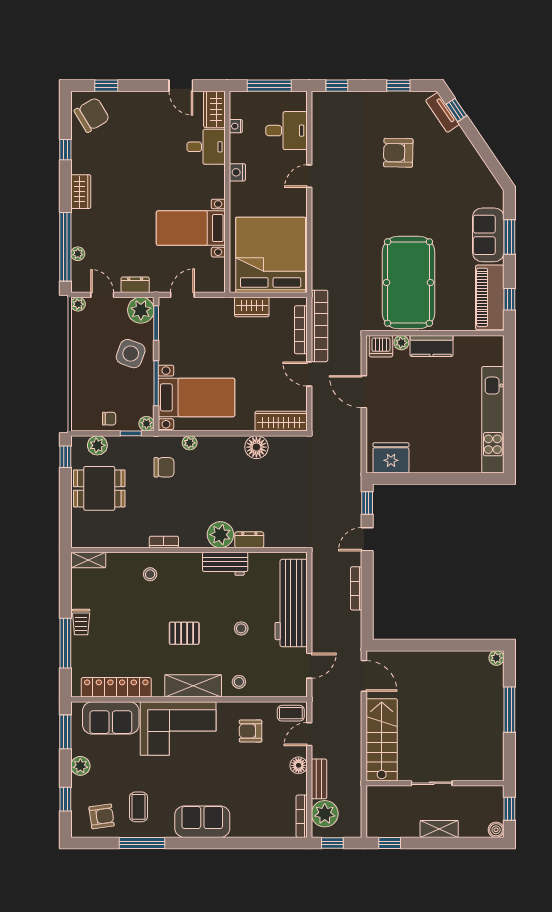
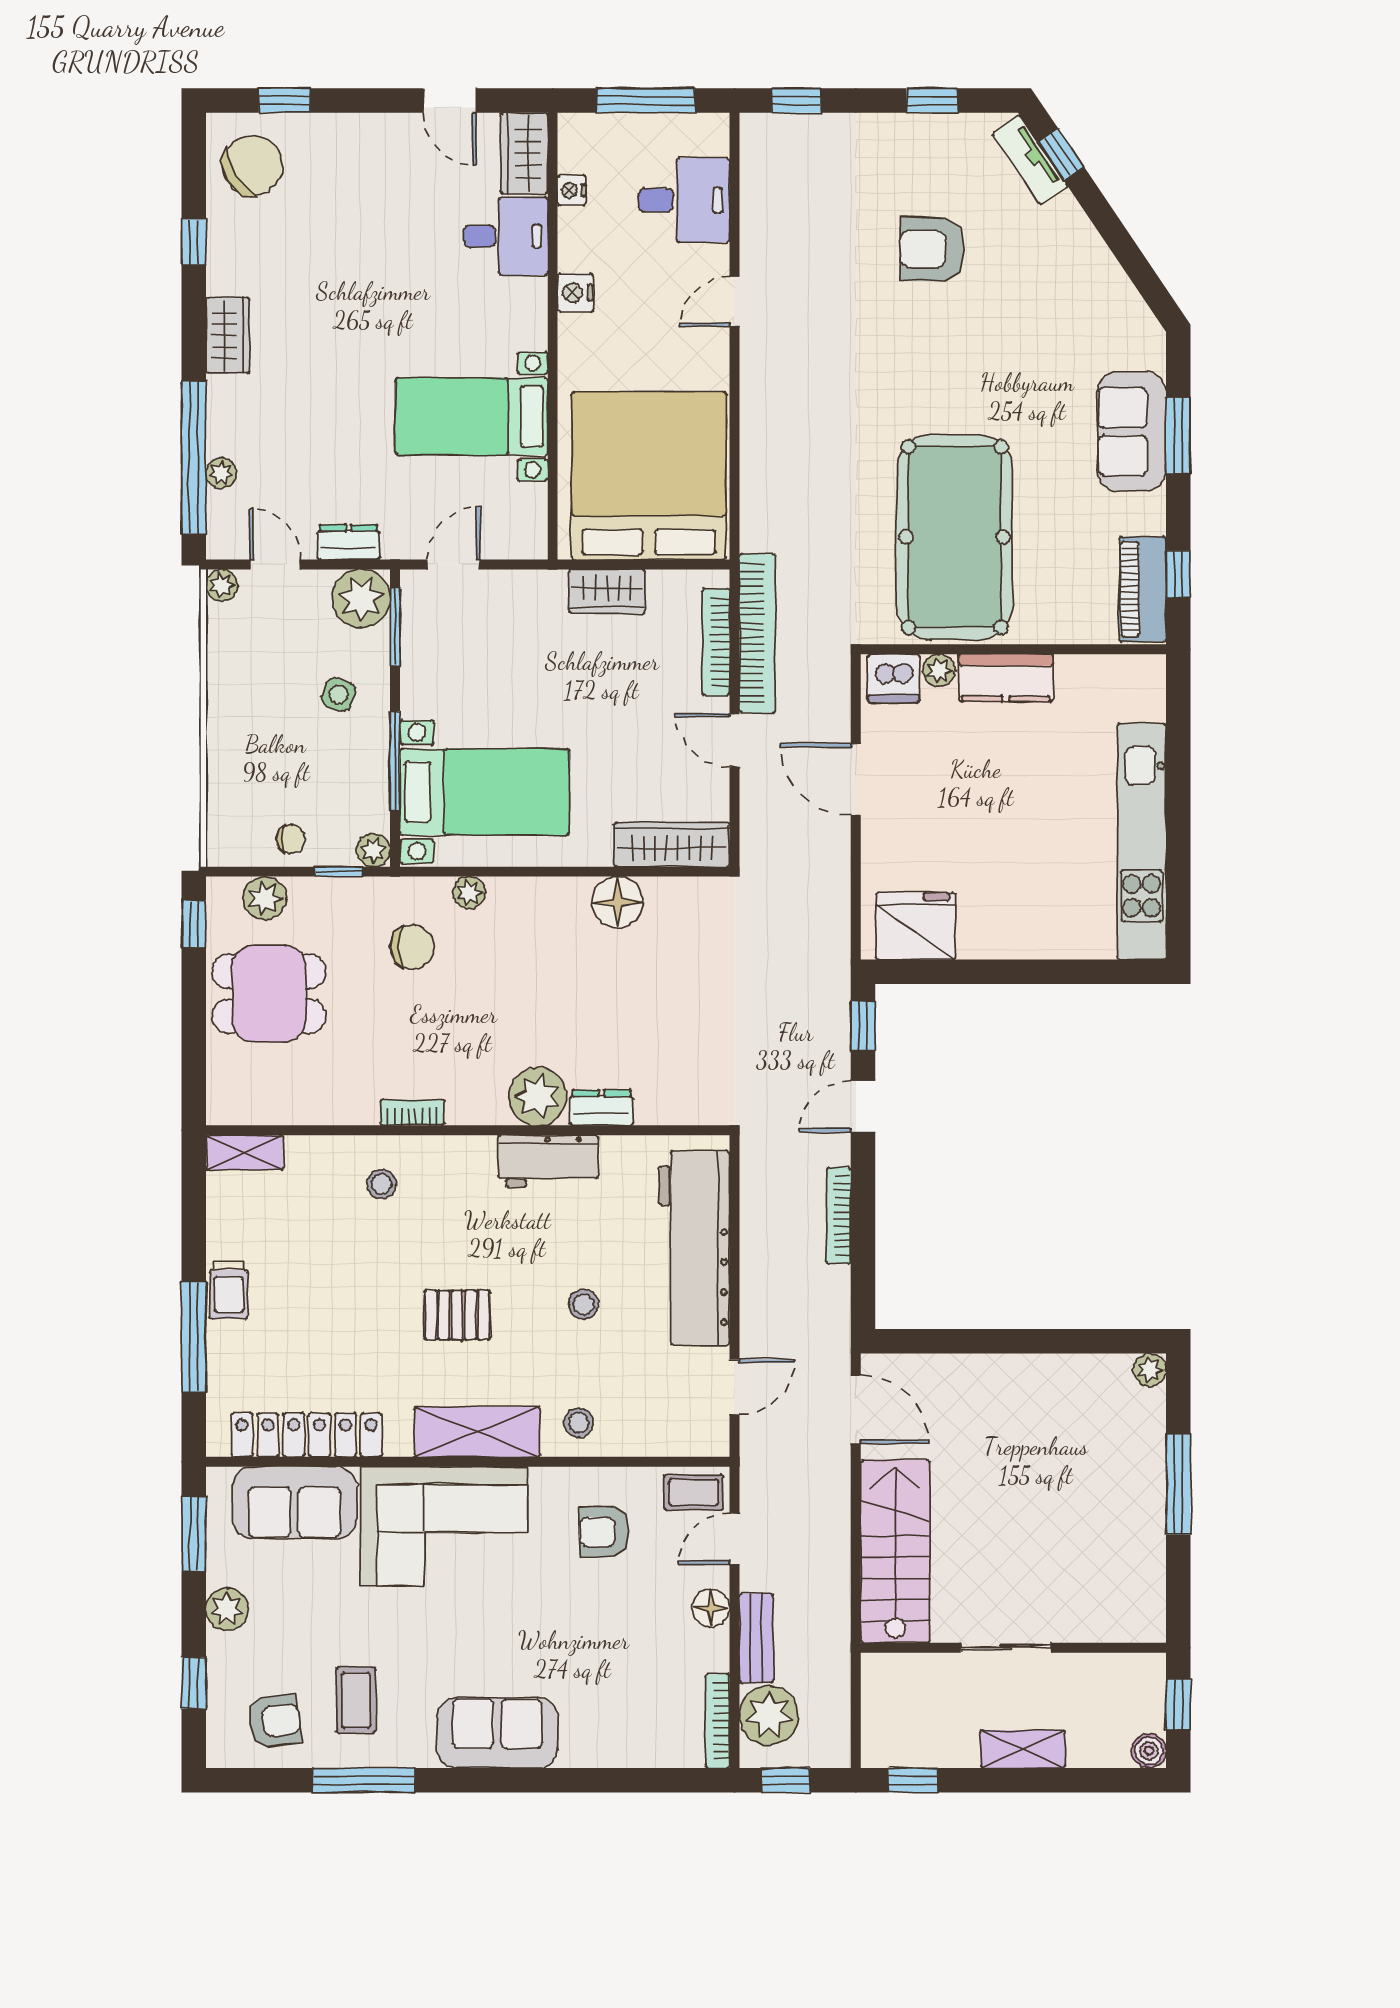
piano: (490, 297) -> (1143, 589), width x0.73, depth x0.75
side table: (131, 354) -> (339, 695), width x0.54, depth x0.54

